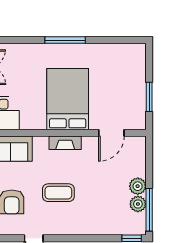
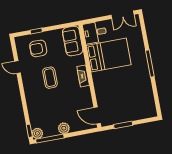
bed: (68, 99) -> (109, 55), moved
door: (111, 133) -> (97, 116), moved
plant: (138, 204) -> (37, 133), moved

